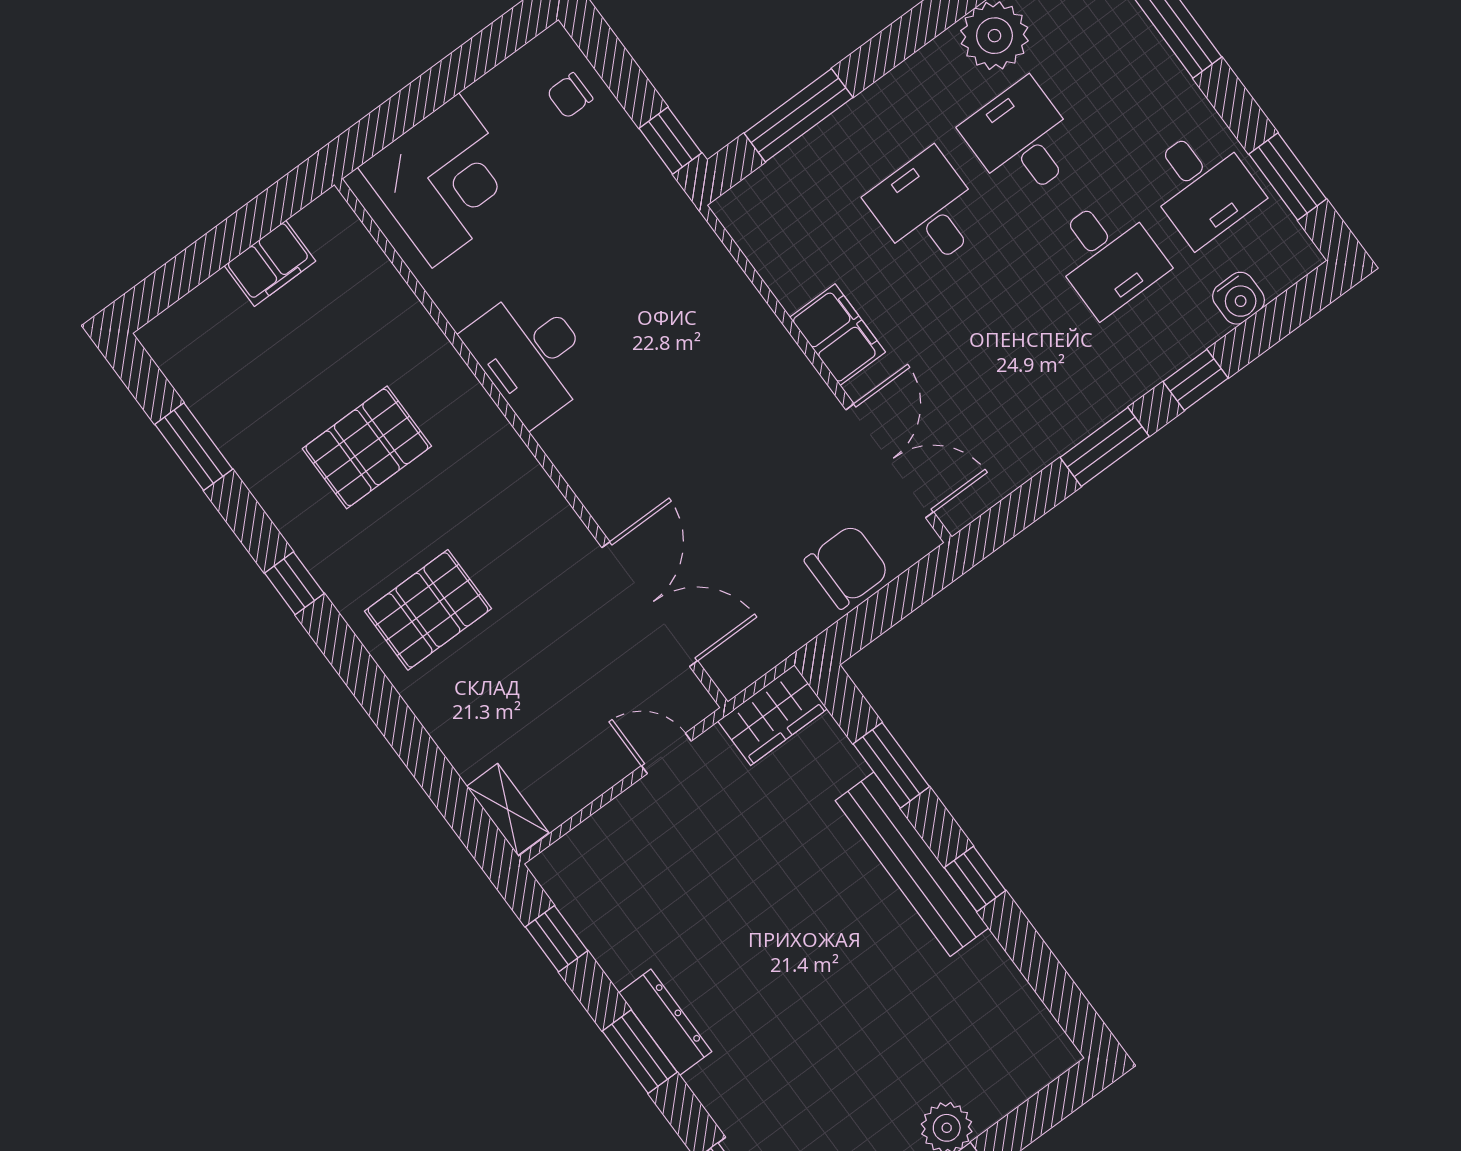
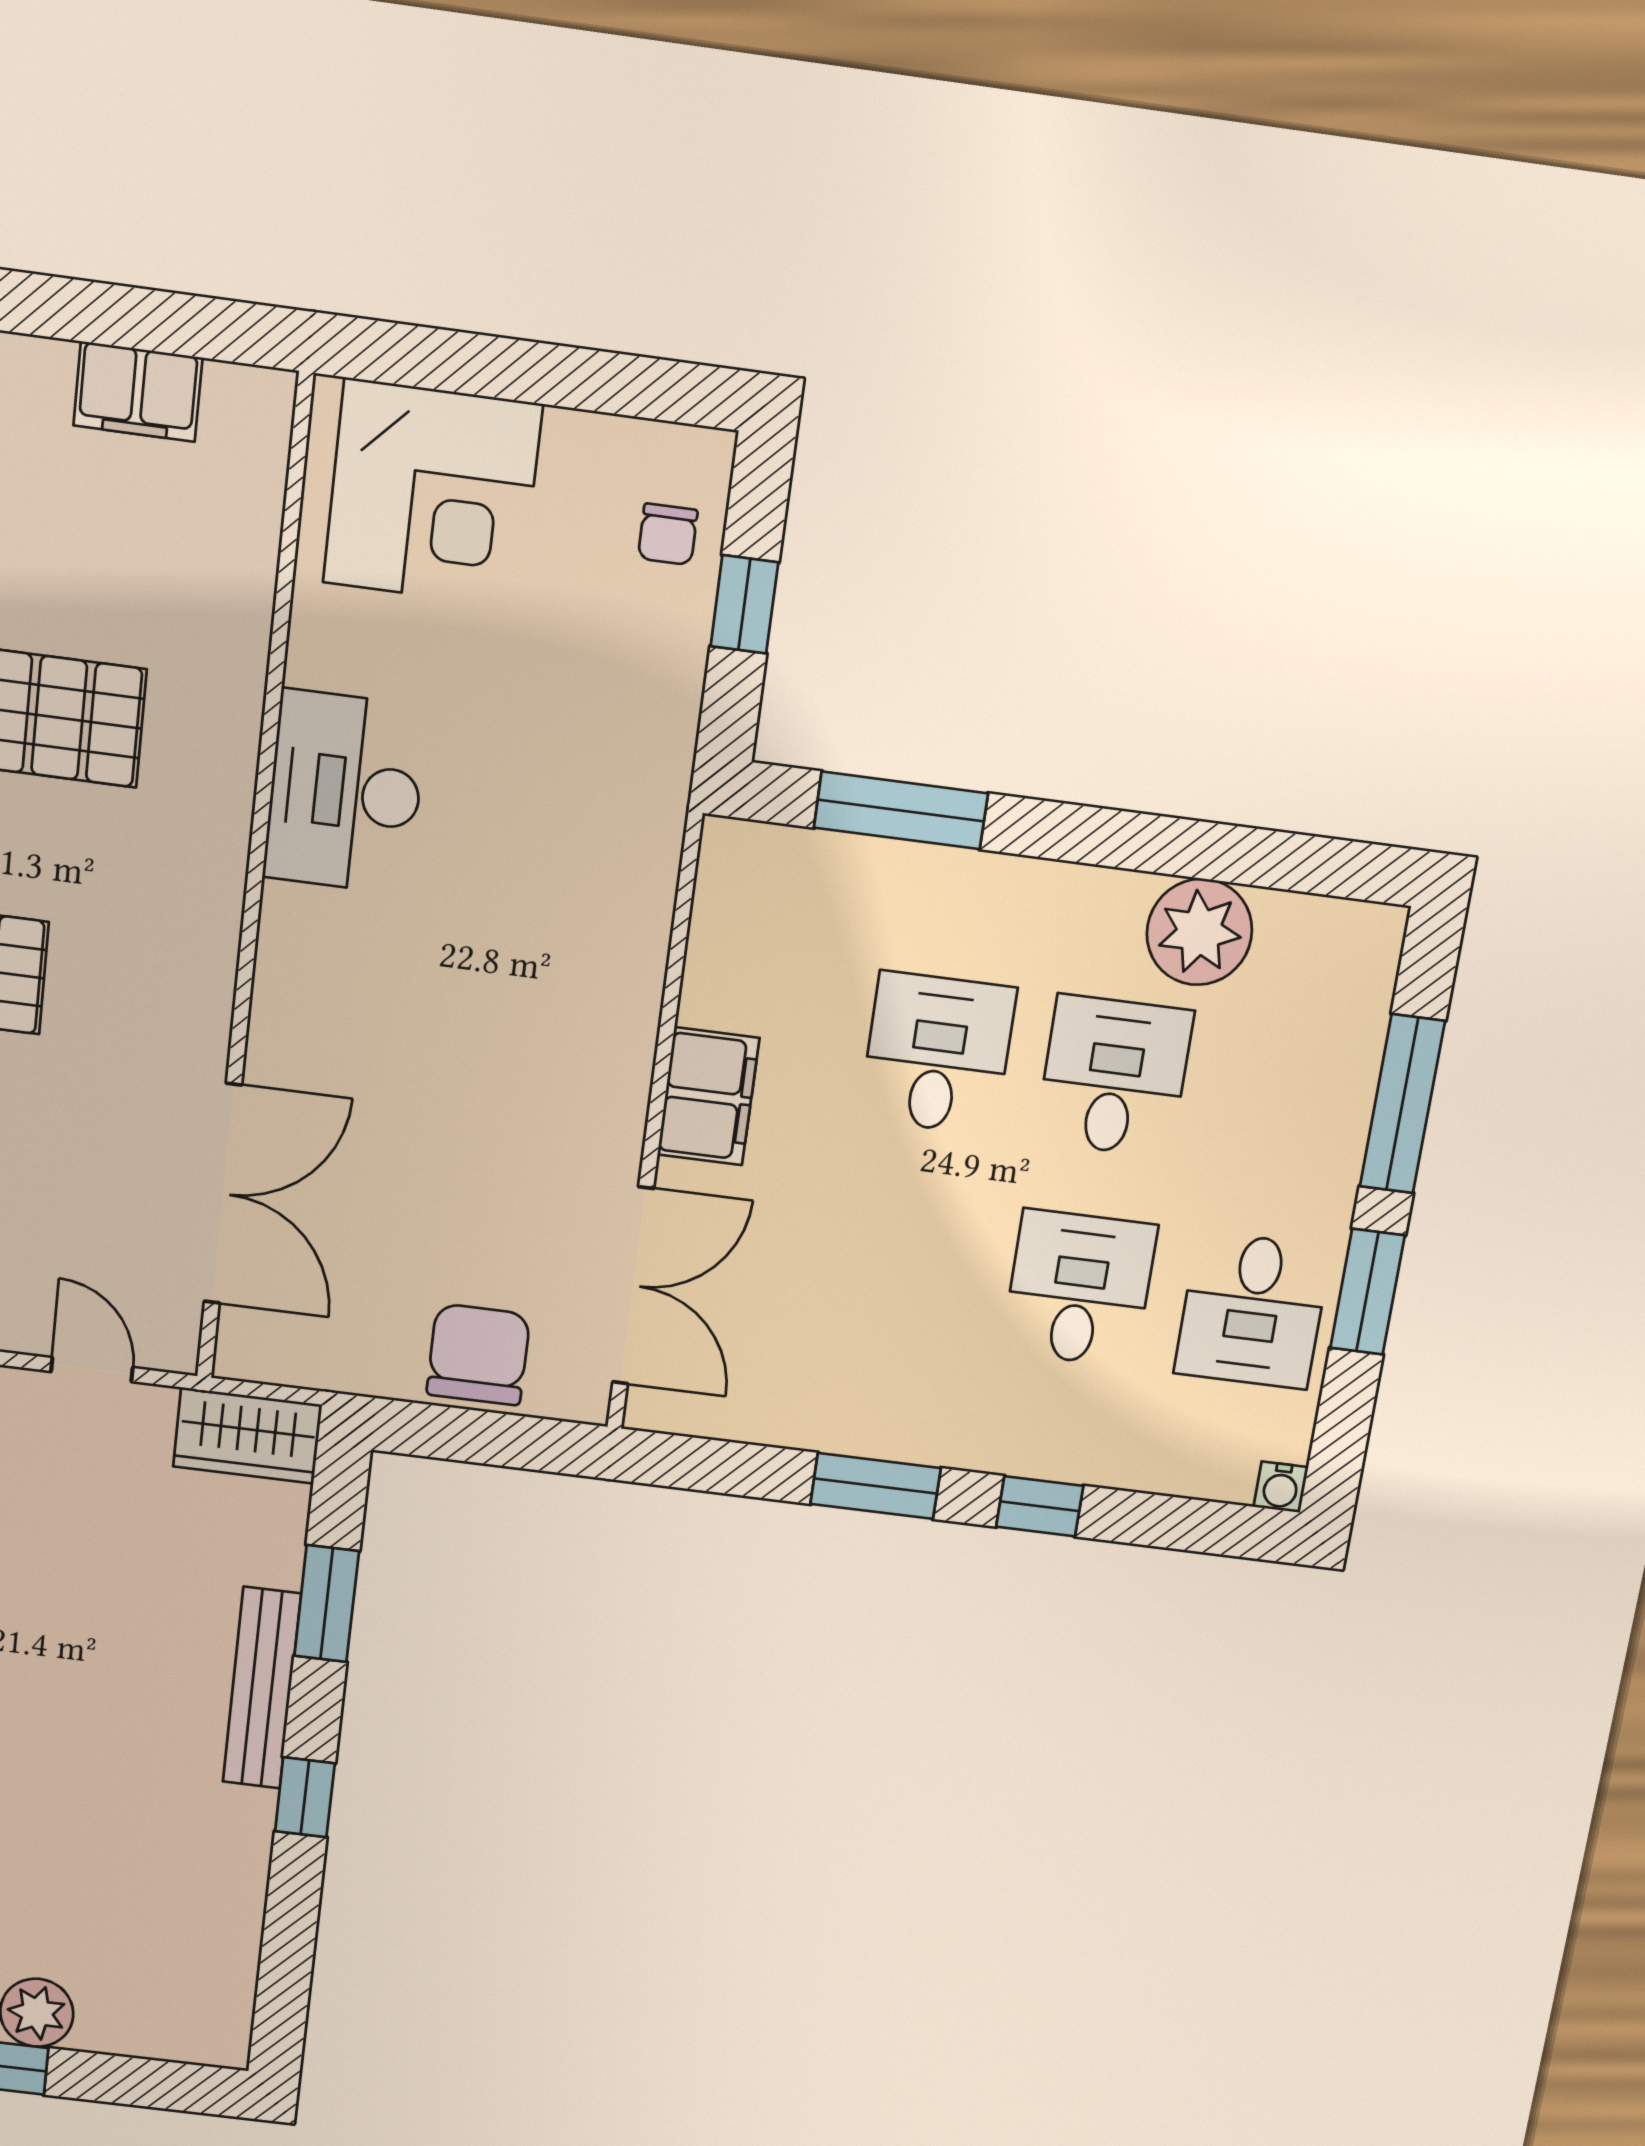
chair: (570, 96) -> (668, 534), turned -90
window: (670, 141) -> (744, 604), moved
window: (1288, 177) -> (1367, 1292), moved
desk: (1107, 256) -> (1079, 1288), turned 180
water cooler: (1239, 298) -> (1281, 1487), moved, width x0.72, depth x0.72
chair: (847, 567) -> (478, 1355), turned -90
bench: (912, 864) -> (262, 1688), width x0.73, depth x0.82

